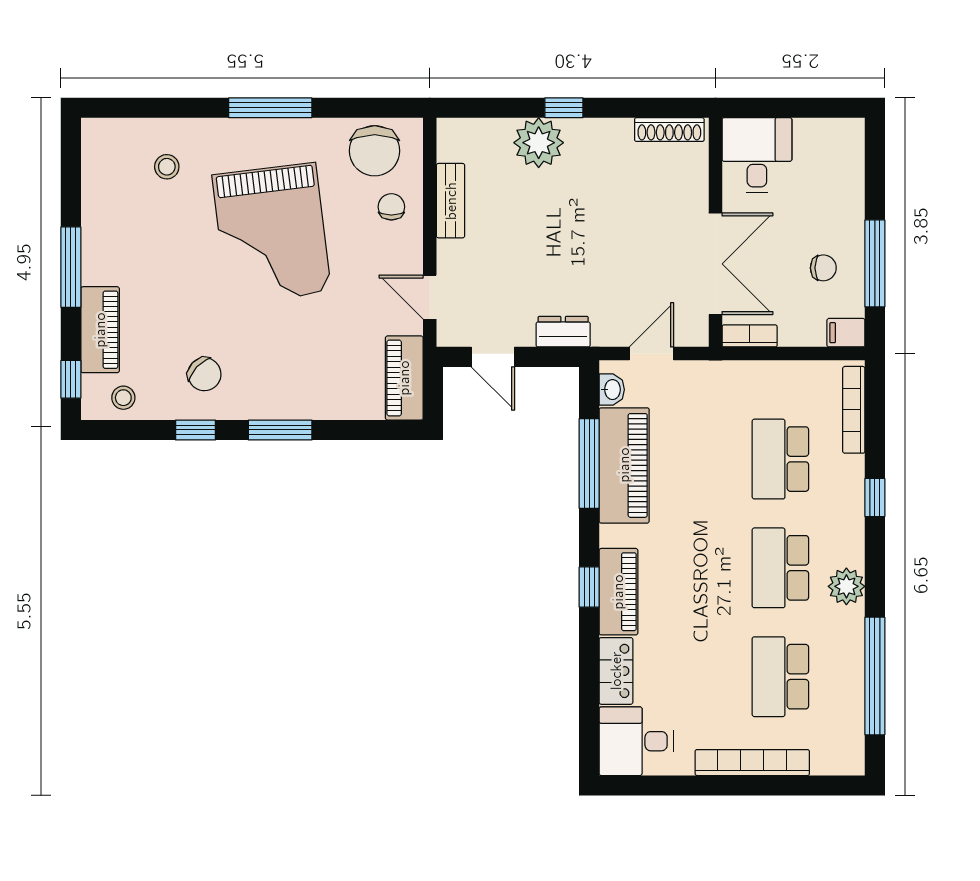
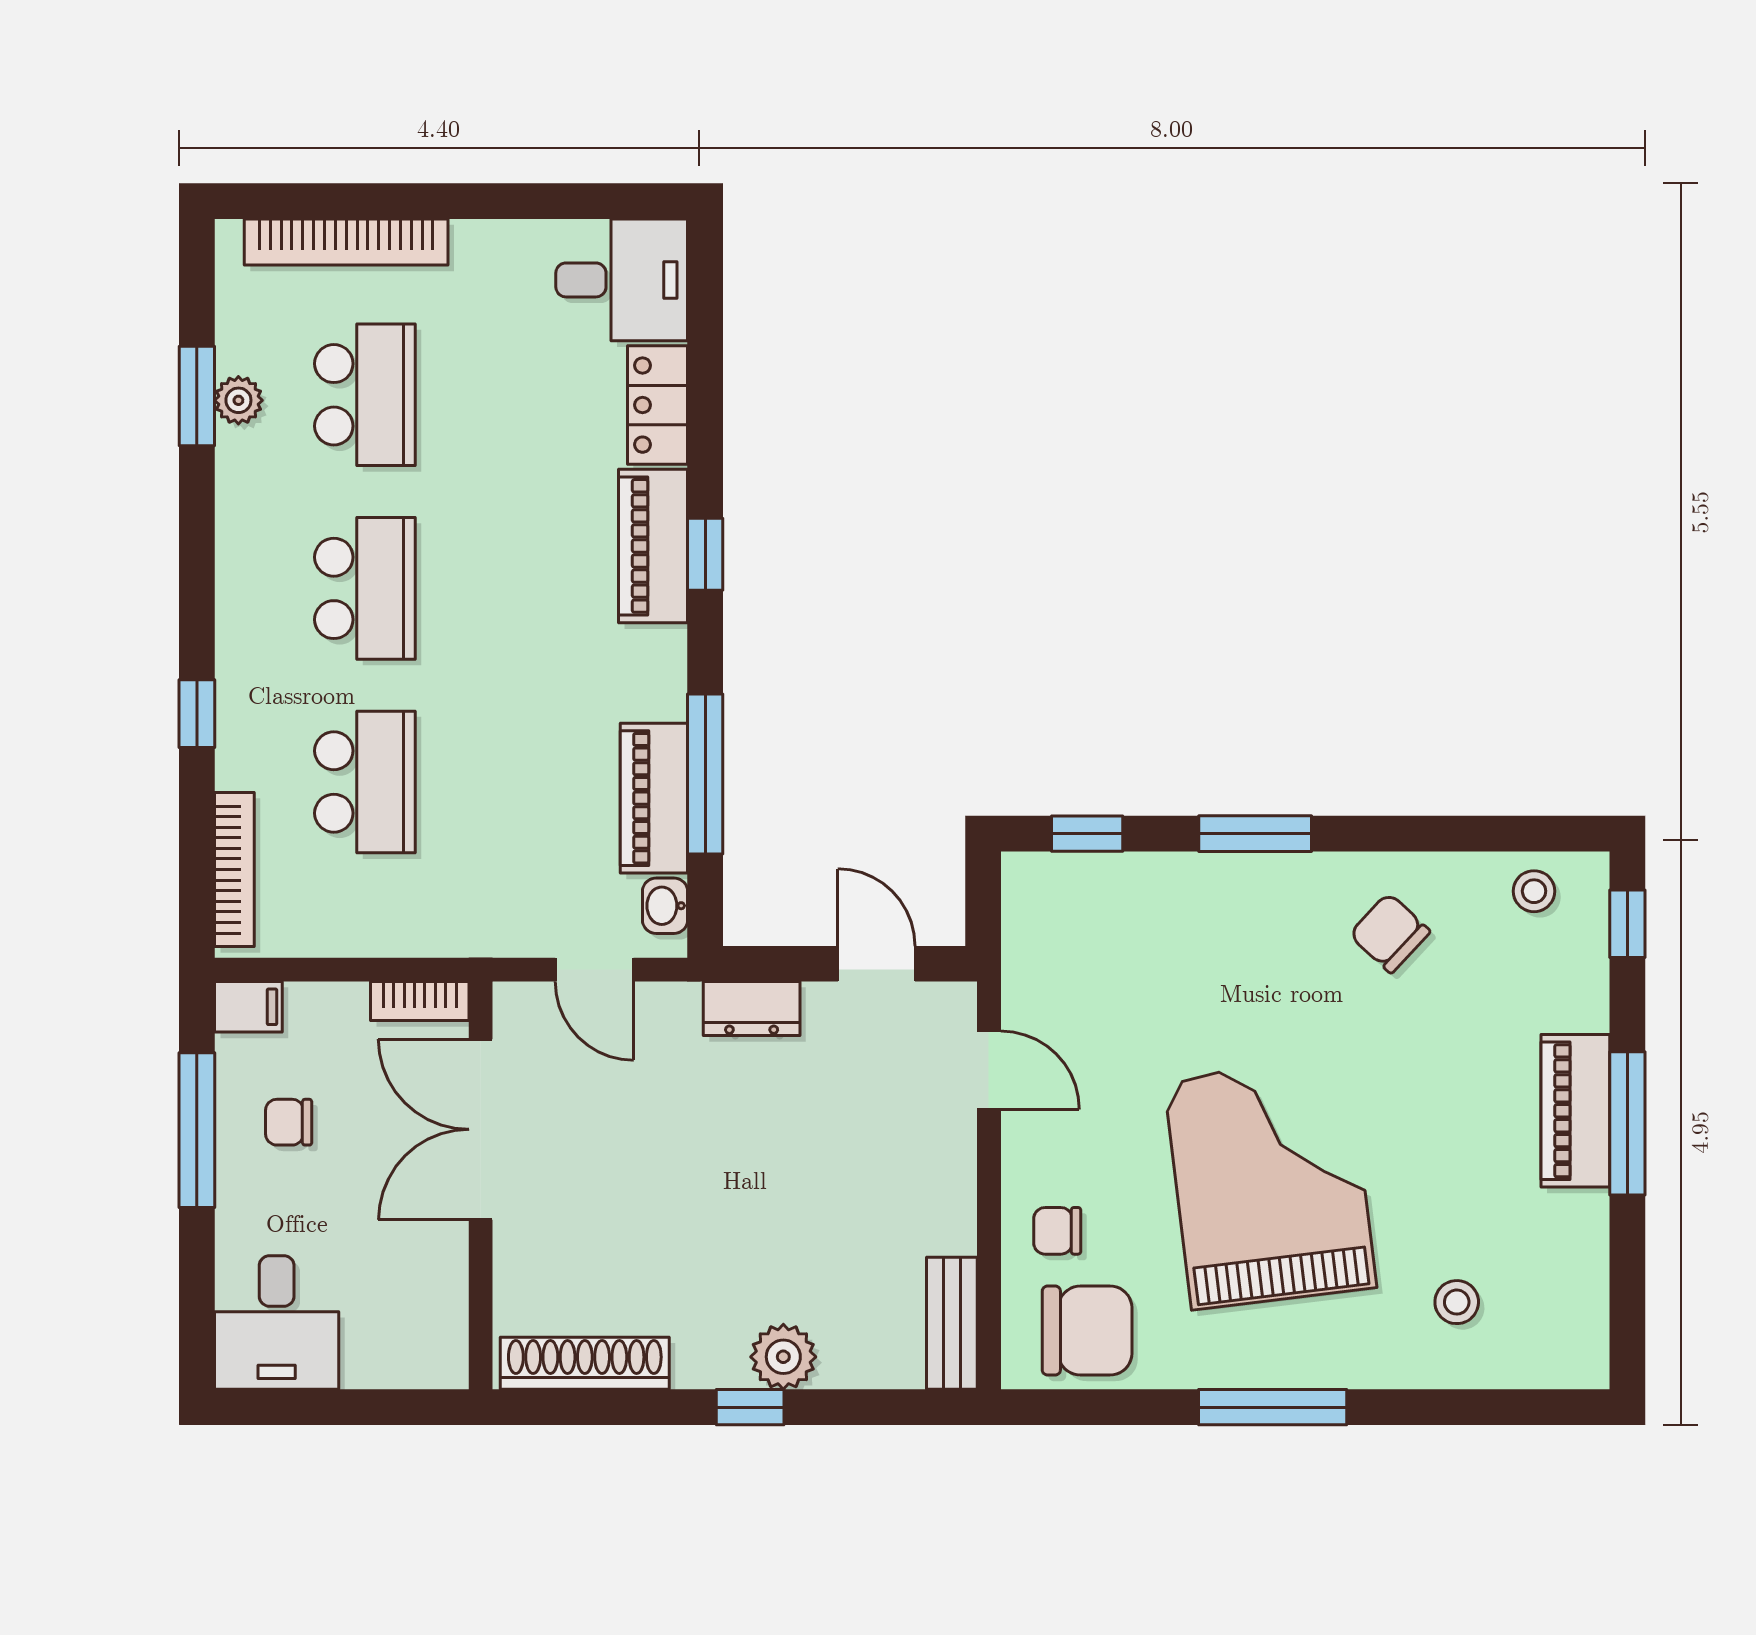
shoe rack: (669, 130) -> (585, 1363), width x1.36, depth x1.24
plant: (539, 143) -> (783, 1357), width x0.73, depth x0.73
chair: (375, 151) -> (1087, 1331), turned 90
desk: (757, 155) -> (277, 1322), moved
bench: (451, 201) -> (952, 1323), moved
chair: (391, 207) -> (1057, 1231), turned 90
piano: (100, 330) -> (1575, 1111), moved
door: (651, 354) -> (594, 970), hinge flipped
piano: (404, 378) -> (1034, 926), removed
window: (195, 430) -> (1087, 834), moved
piano: (624, 465) -> (654, 798), width x0.73, depth x0.75
plant: (846, 586) -> (238, 400), moved, width x0.73, depth x0.73
window: (875, 676) -> (197, 396), width x0.47
bookcase: (752, 763) -> (346, 242), moved

